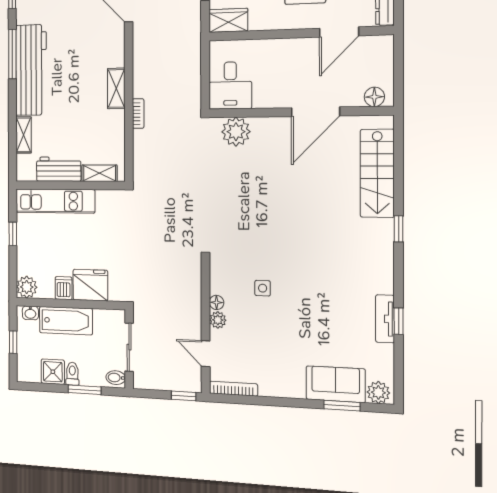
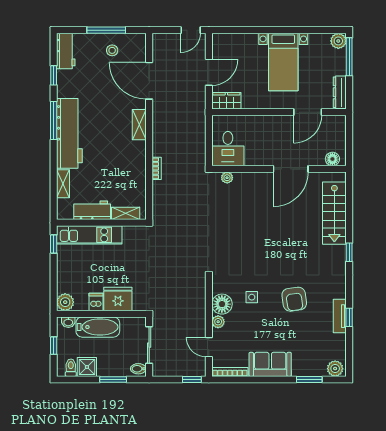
shelving: (116, 88) -> (139, 125), moved
plant: (236, 132) -> (227, 178), width x0.53, depth x0.53
window: (13, 234) -> (54, 244), moved
armchair: (321, 293) -> (294, 299), added
floor lamp: (217, 302) -> (222, 304), width x1.89, depth x1.89
toilet: (72, 374) -> (71, 368), moved
sofa: (336, 384) -> (270, 364), moved

